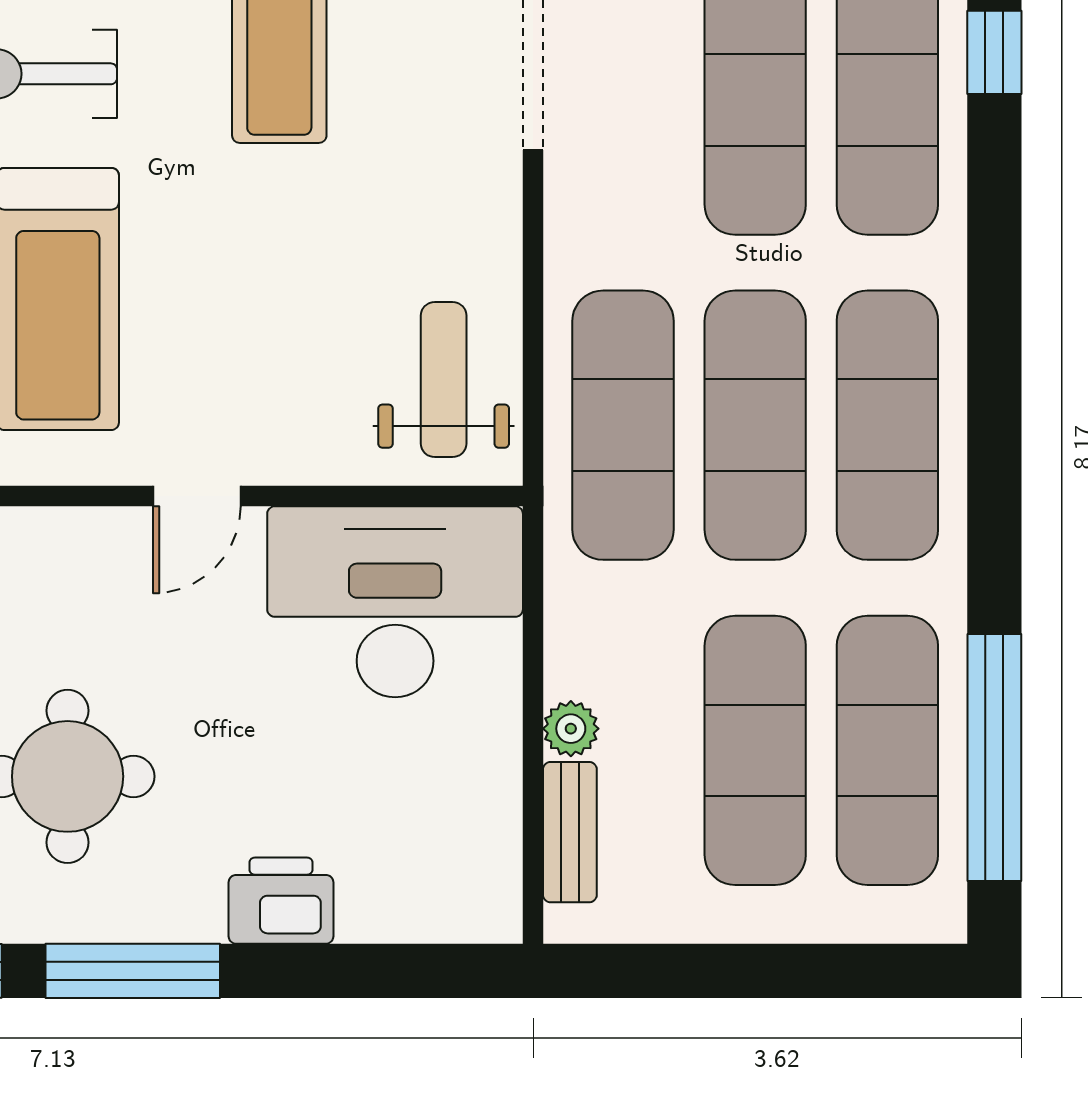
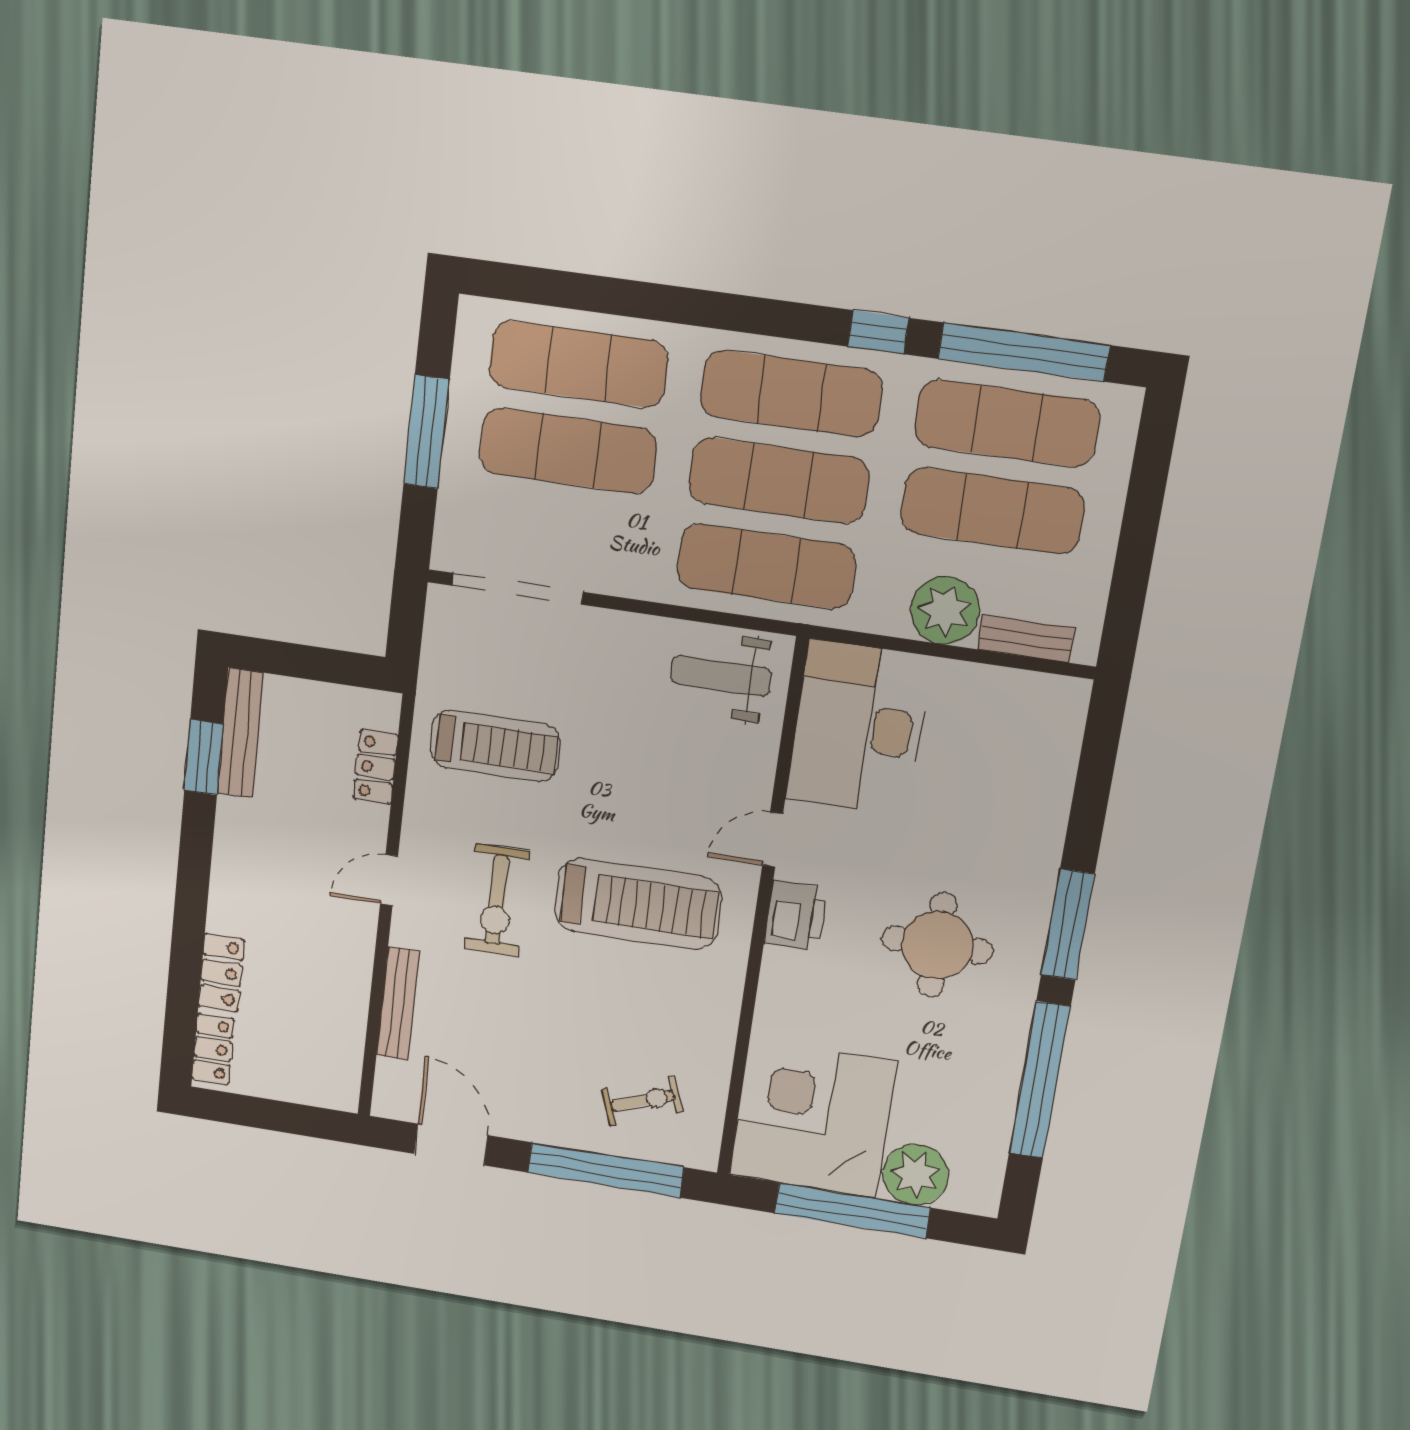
window: (994, 52) -> (878, 332), moved
door: (197, 496) -> (773, 839), swing flipped
plant: (571, 729) -> (945, 611), width x1.88, depth x1.88
printer: (281, 901) -> (796, 916), moved, turned 180

